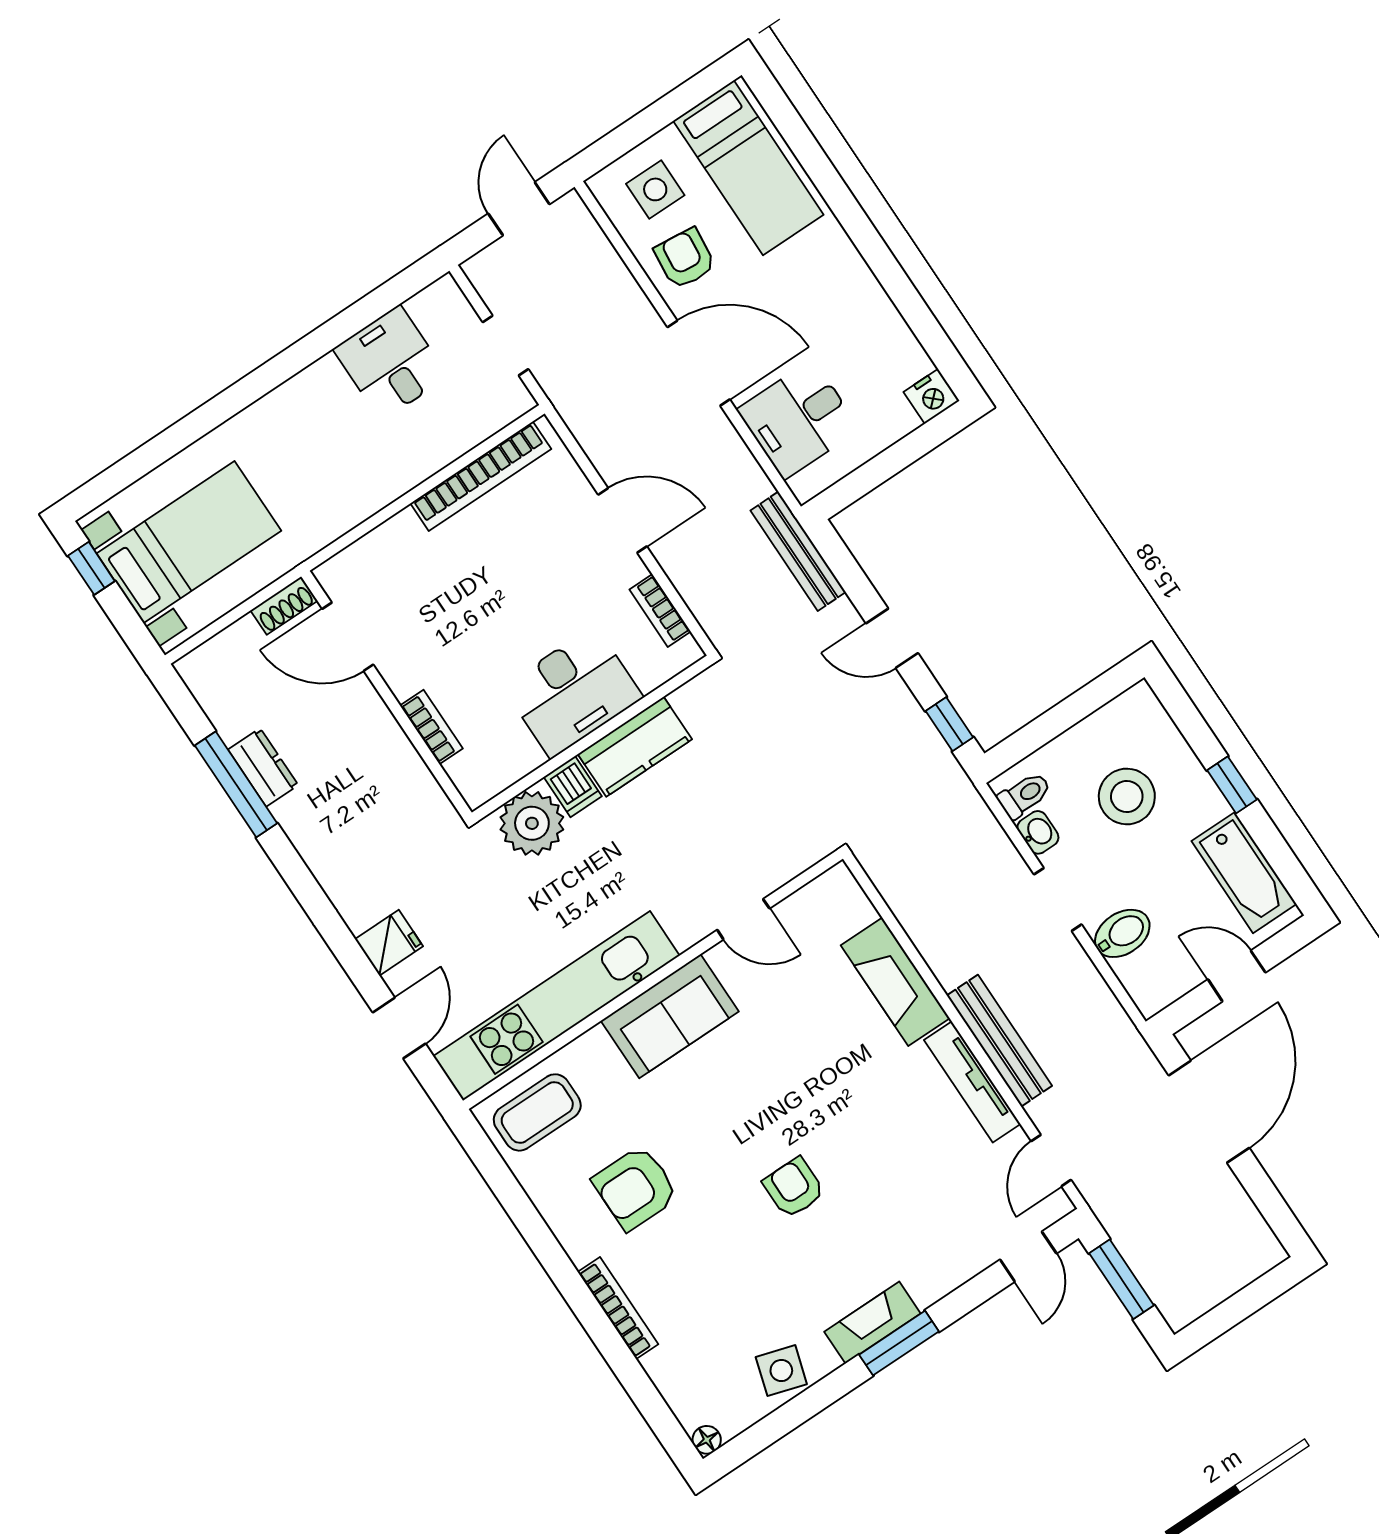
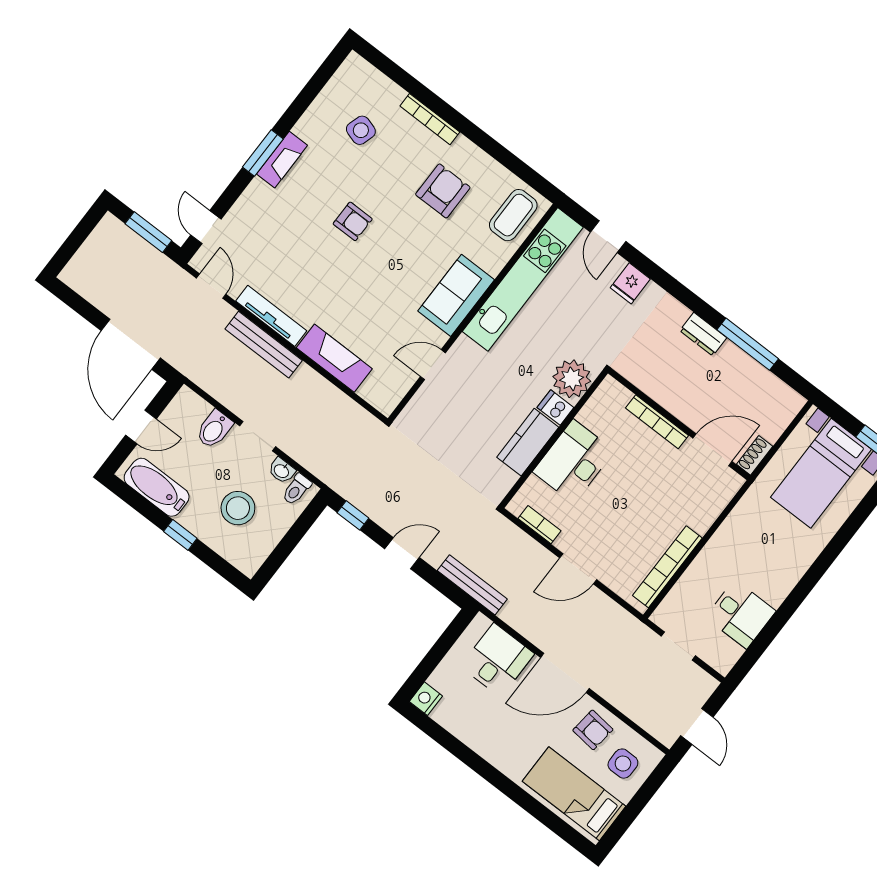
bookcase: (431, 727) -> (657, 422), width x1.56
dresser: (263, 767) -> (703, 334), moved
side table: (781, 1371) -> (361, 130), moved
floor lamp: (707, 1440) -> (354, 61), removed

